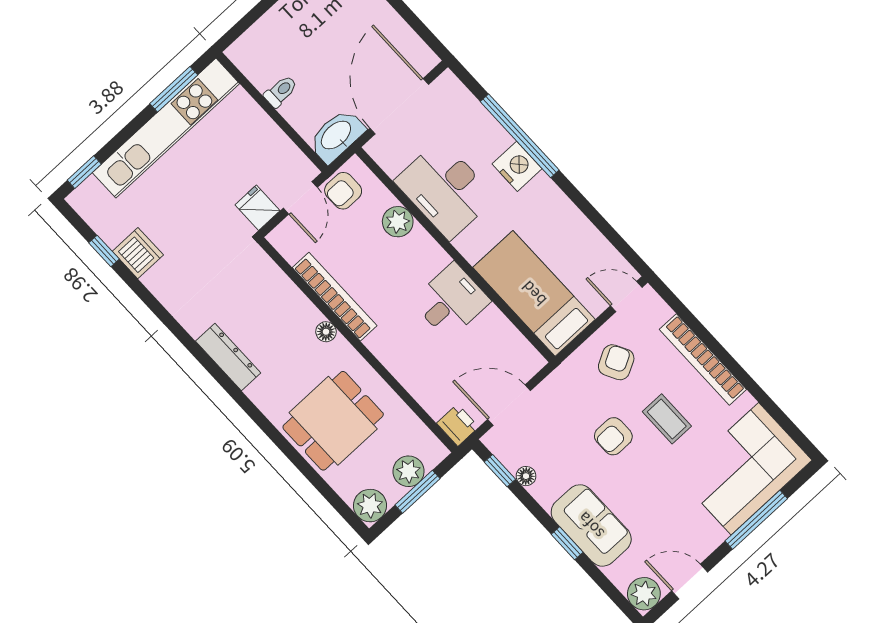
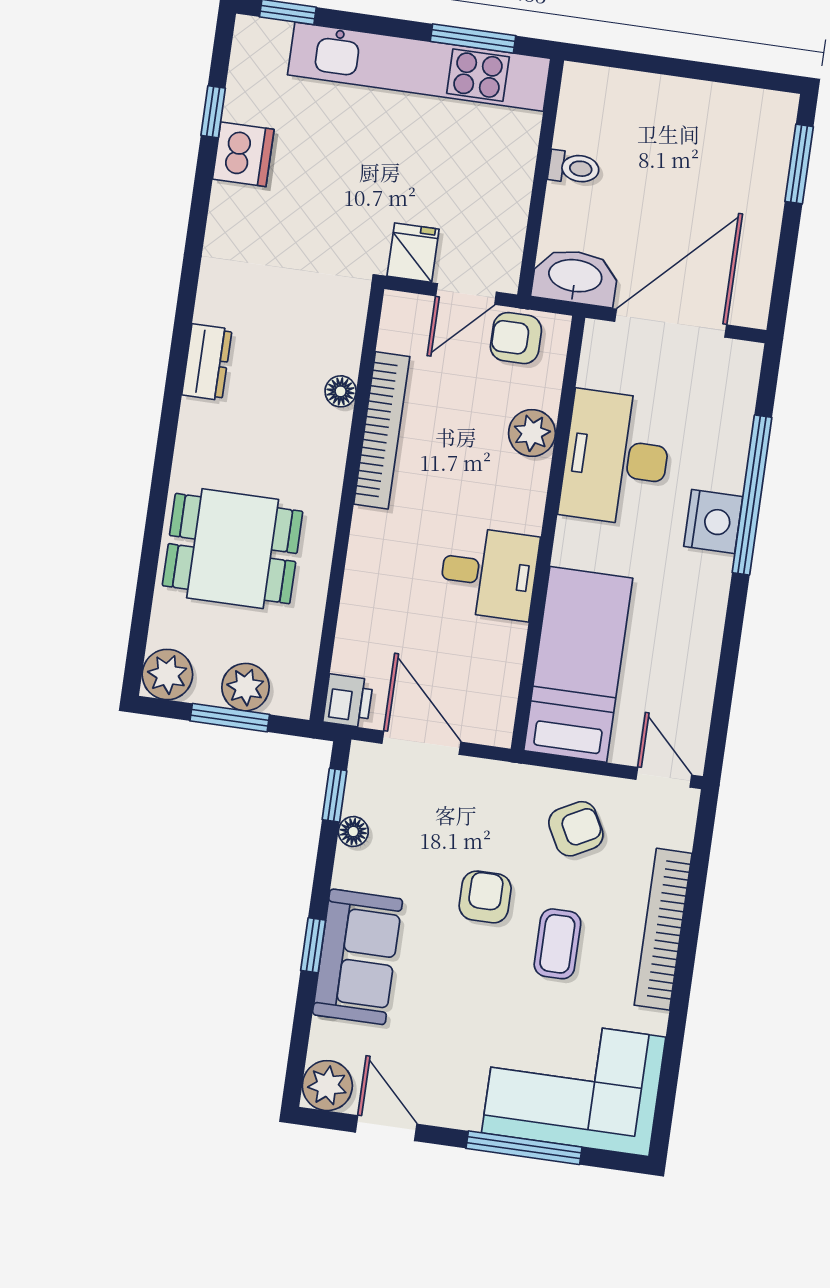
floor lamp: (326, 332) -> (341, 391), moved
dresser: (228, 357) -> (207, 362), width x0.70
armchair: (613, 436) -> (485, 897), turned 90

